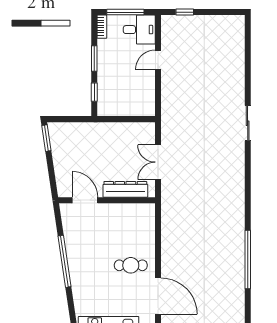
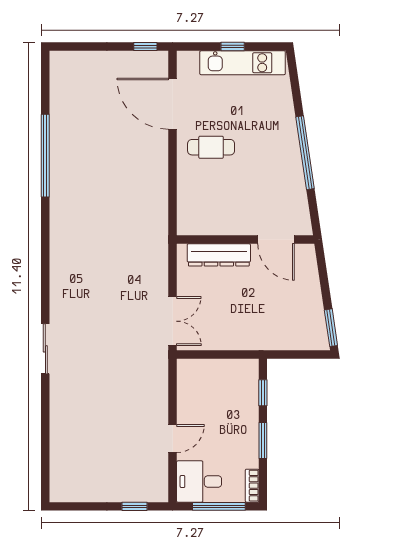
double door: (158, 162) -> (173, 321), moved

